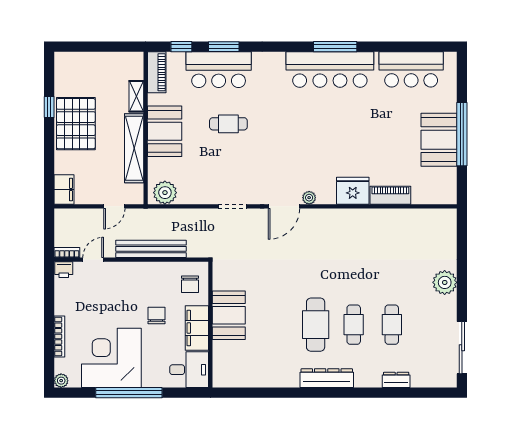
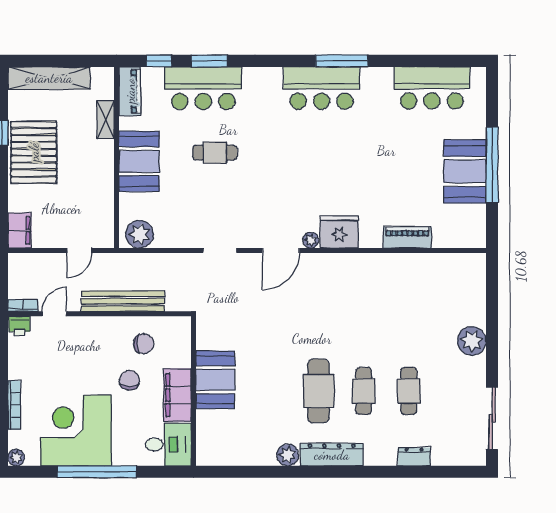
bar counter: (330, 70) -> (322, 88), width x0.73
shelving: (134, 148) -> (49, 78), moved, turned 90
fridge: (353, 191) -> (339, 232), moved
chair: (190, 284) -> (143, 344), moved, turned -90
plant: (290, 378) -> (288, 455), added

